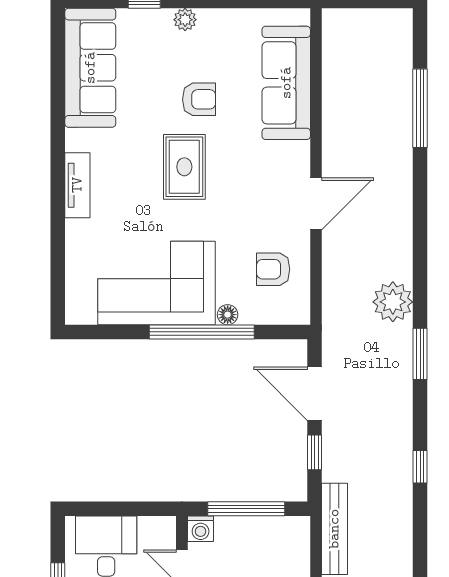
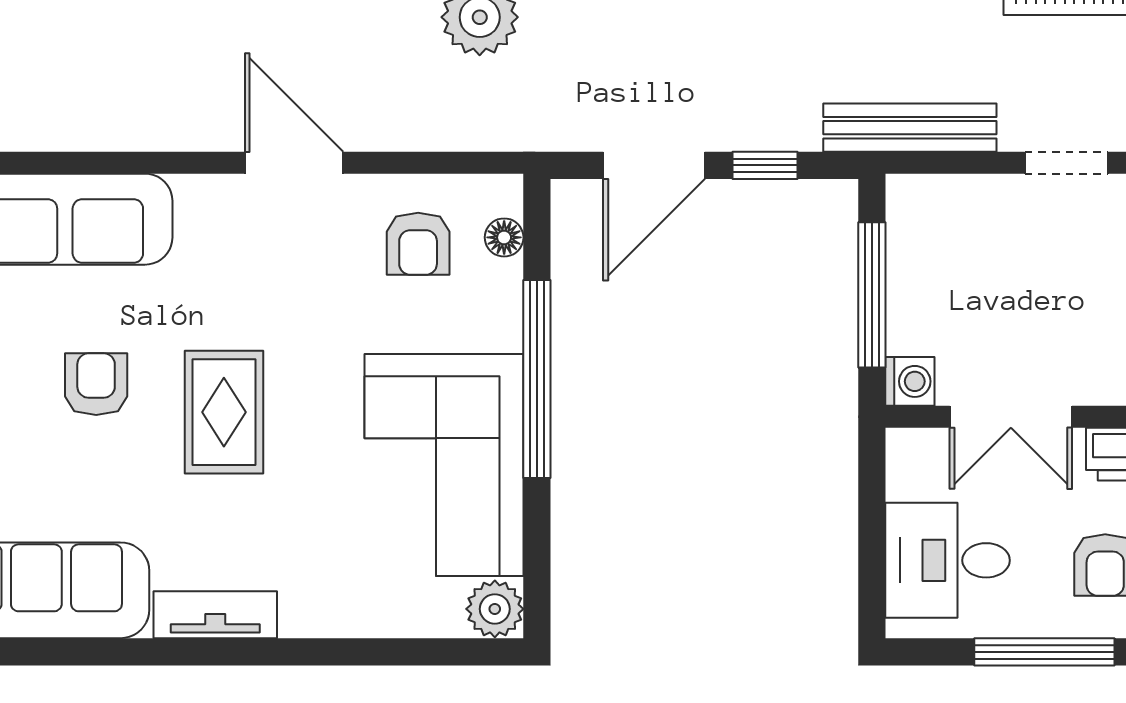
rug: (184, 167) -> (224, 412), turned 90
tv unit: (77, 185) -> (215, 615), moved
plant: (80, 310) -> (495, 609), added
floor lamp: (228, 315) -> (504, 237), moved

